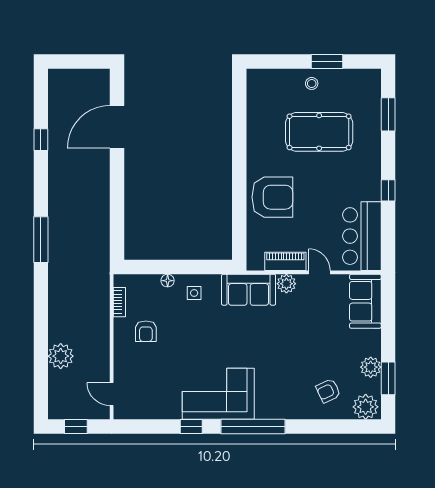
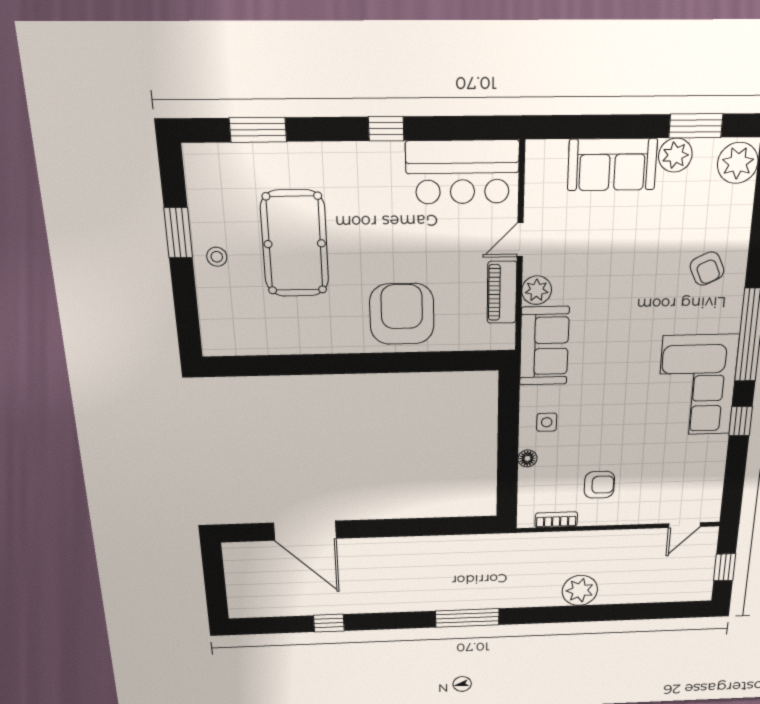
sofa: (365, 301) -> (612, 165), moved
plant: (61, 356) -> (580, 590), moved
armchair: (328, 391) -> (707, 269), moved

